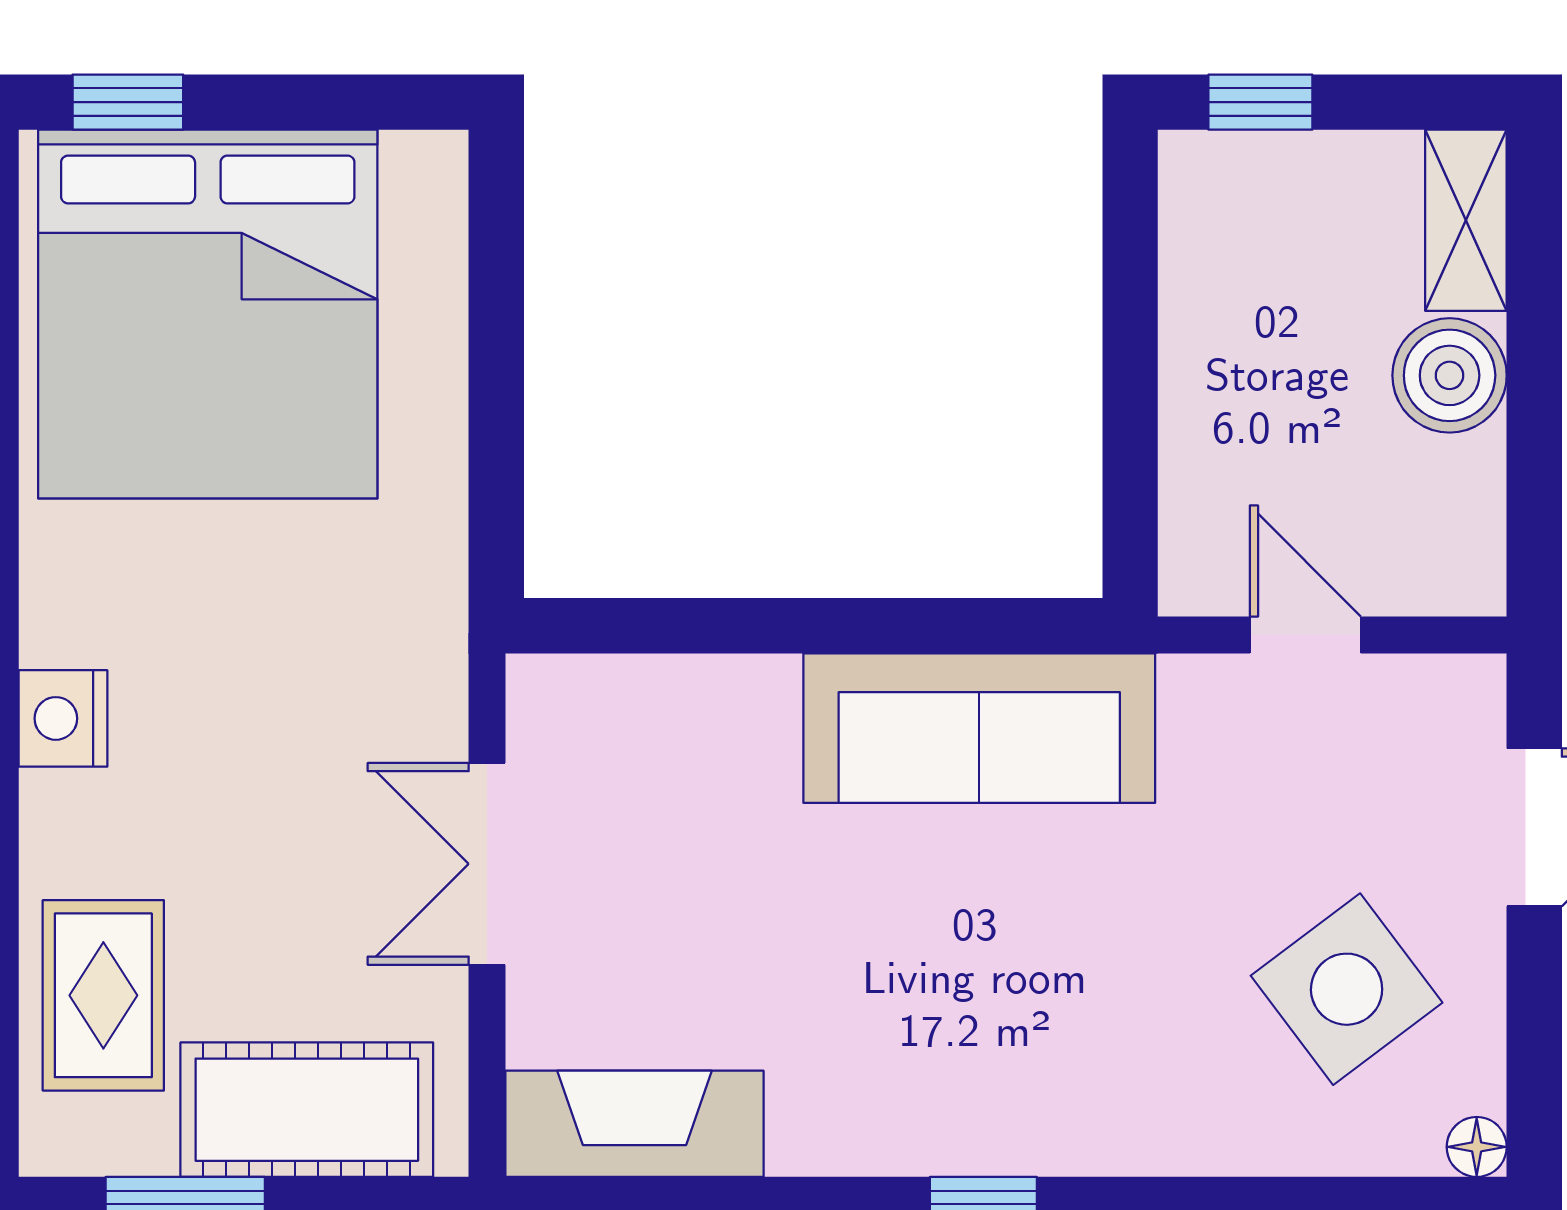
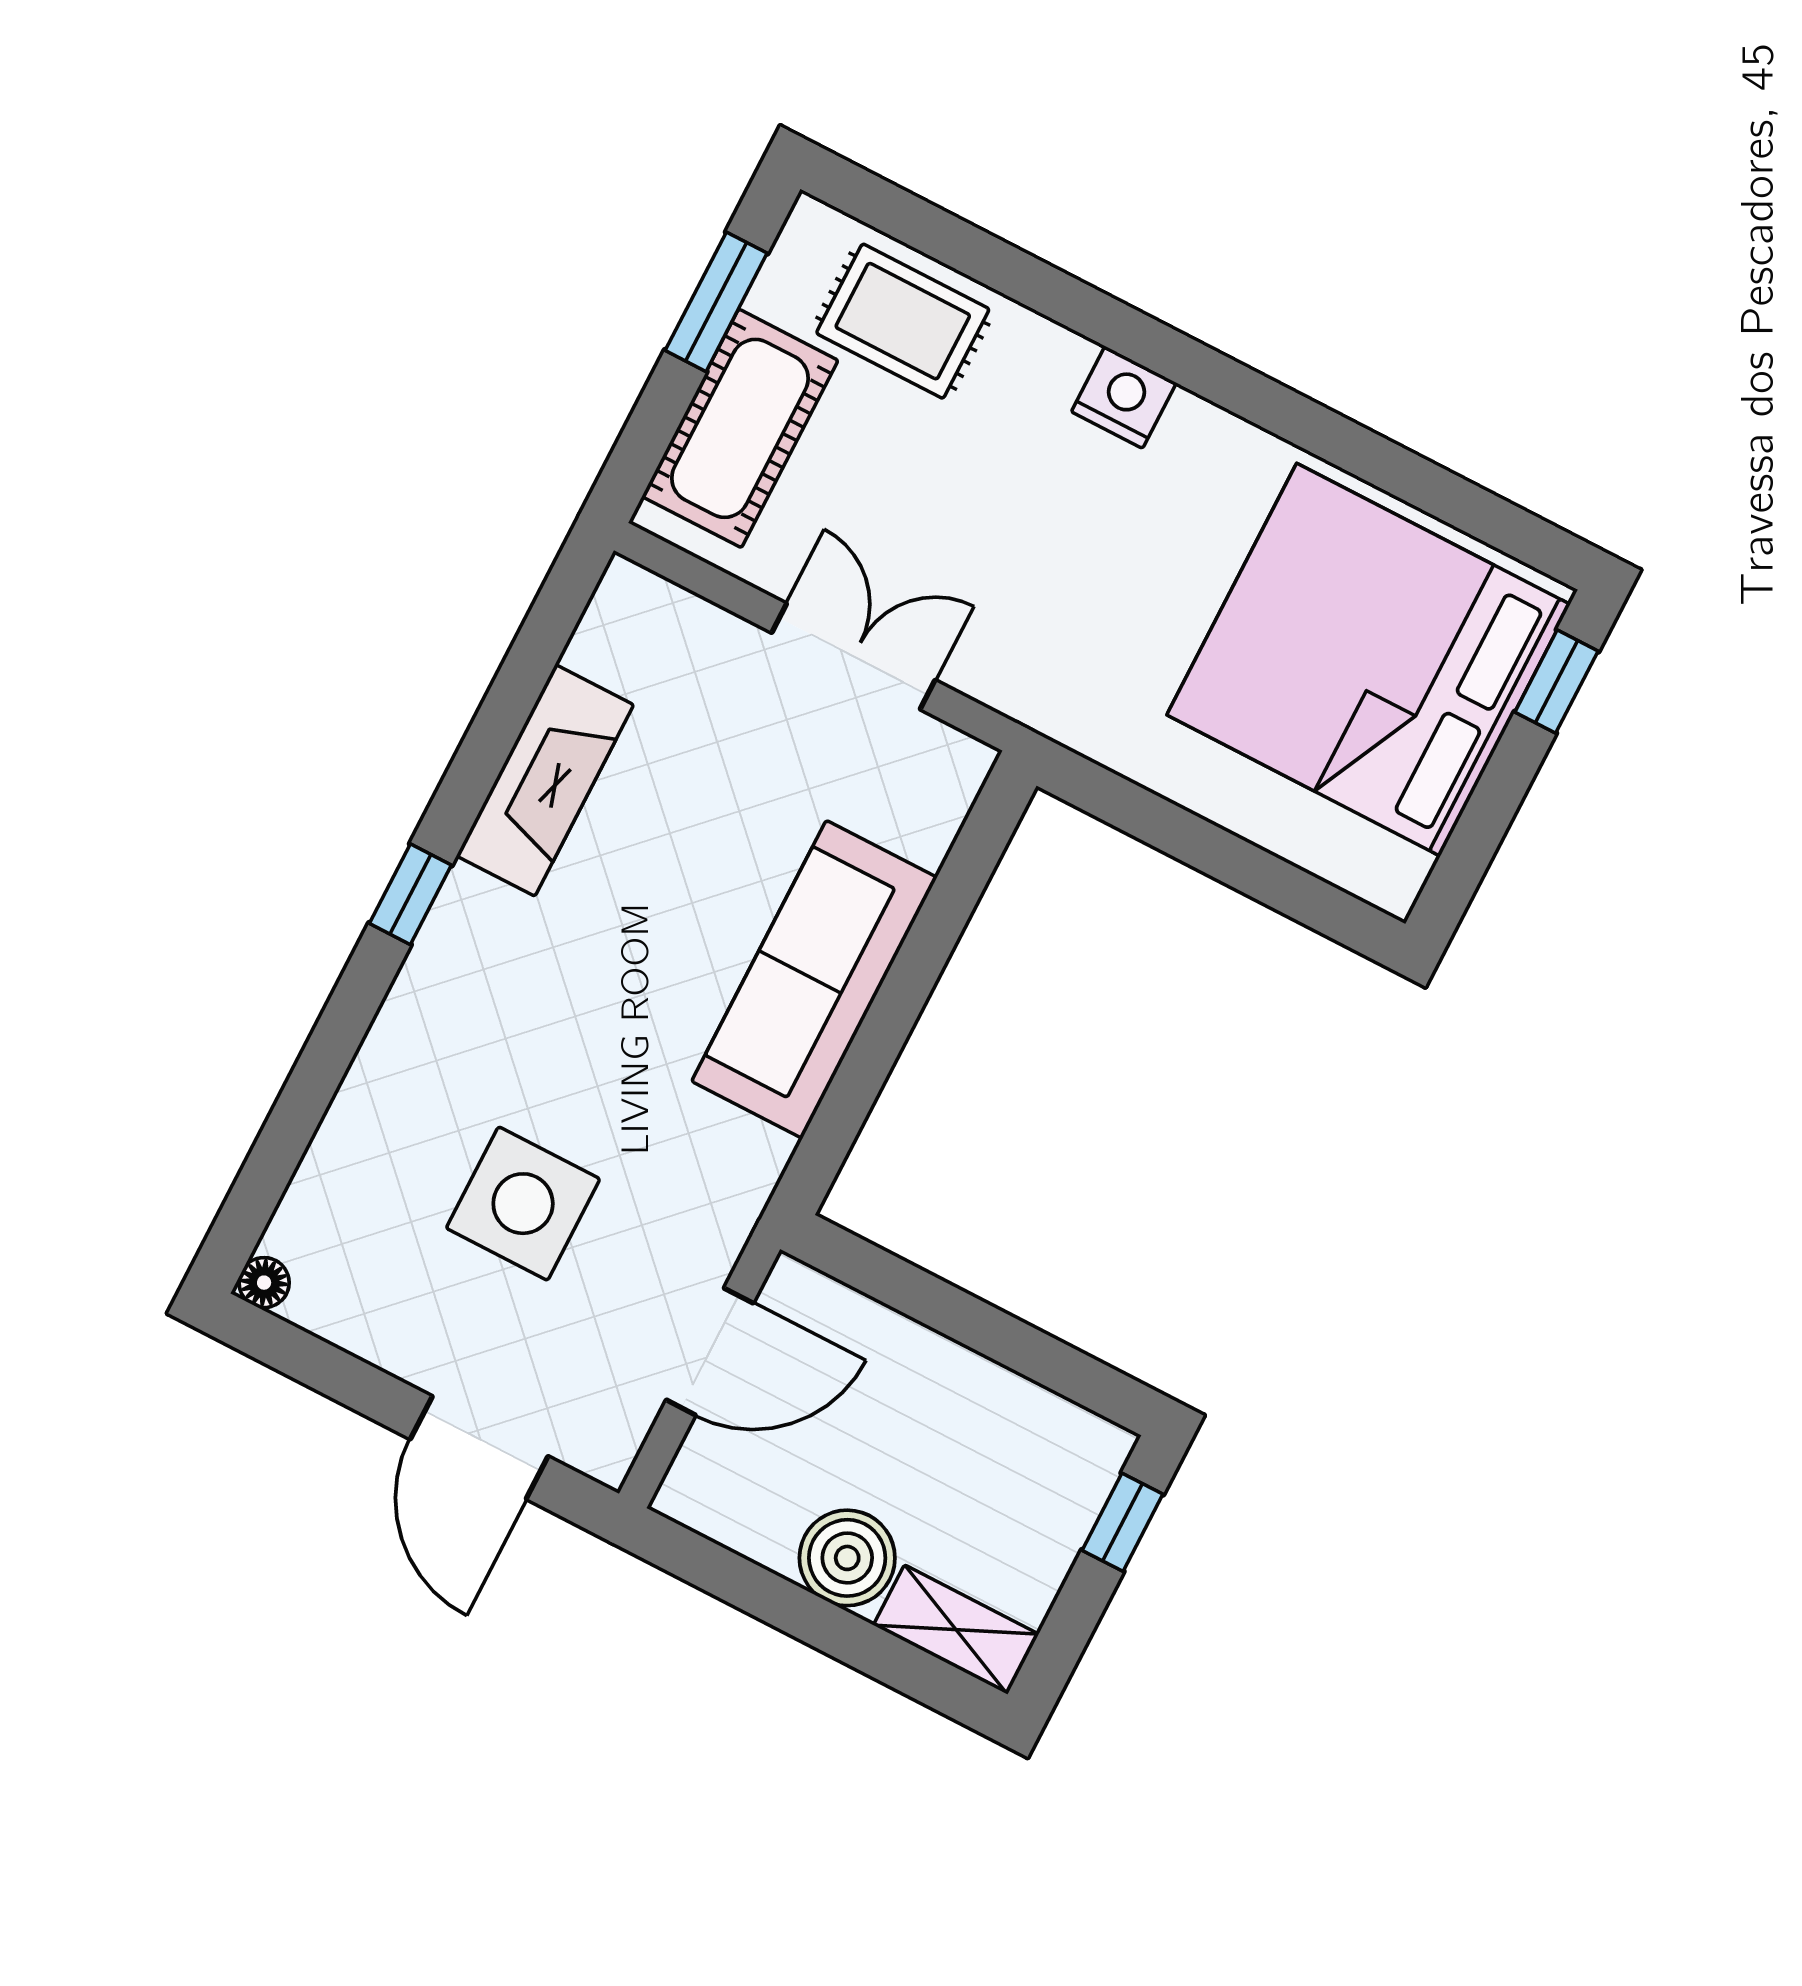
door: (1305, 635) -> (710, 1352), width x1.38
sofa: (979, 728) -> (814, 979), moved
side table: (1347, 989) -> (523, 1204), moved, turned 37
fireplace: (635, 1124) -> (545, 780), moved

